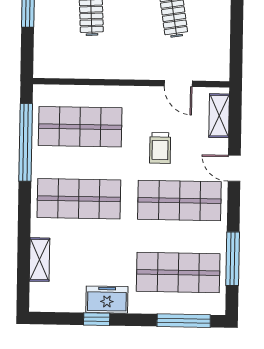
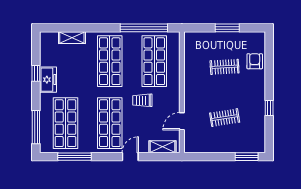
trolley: (160, 148) -> (142, 100), moved

